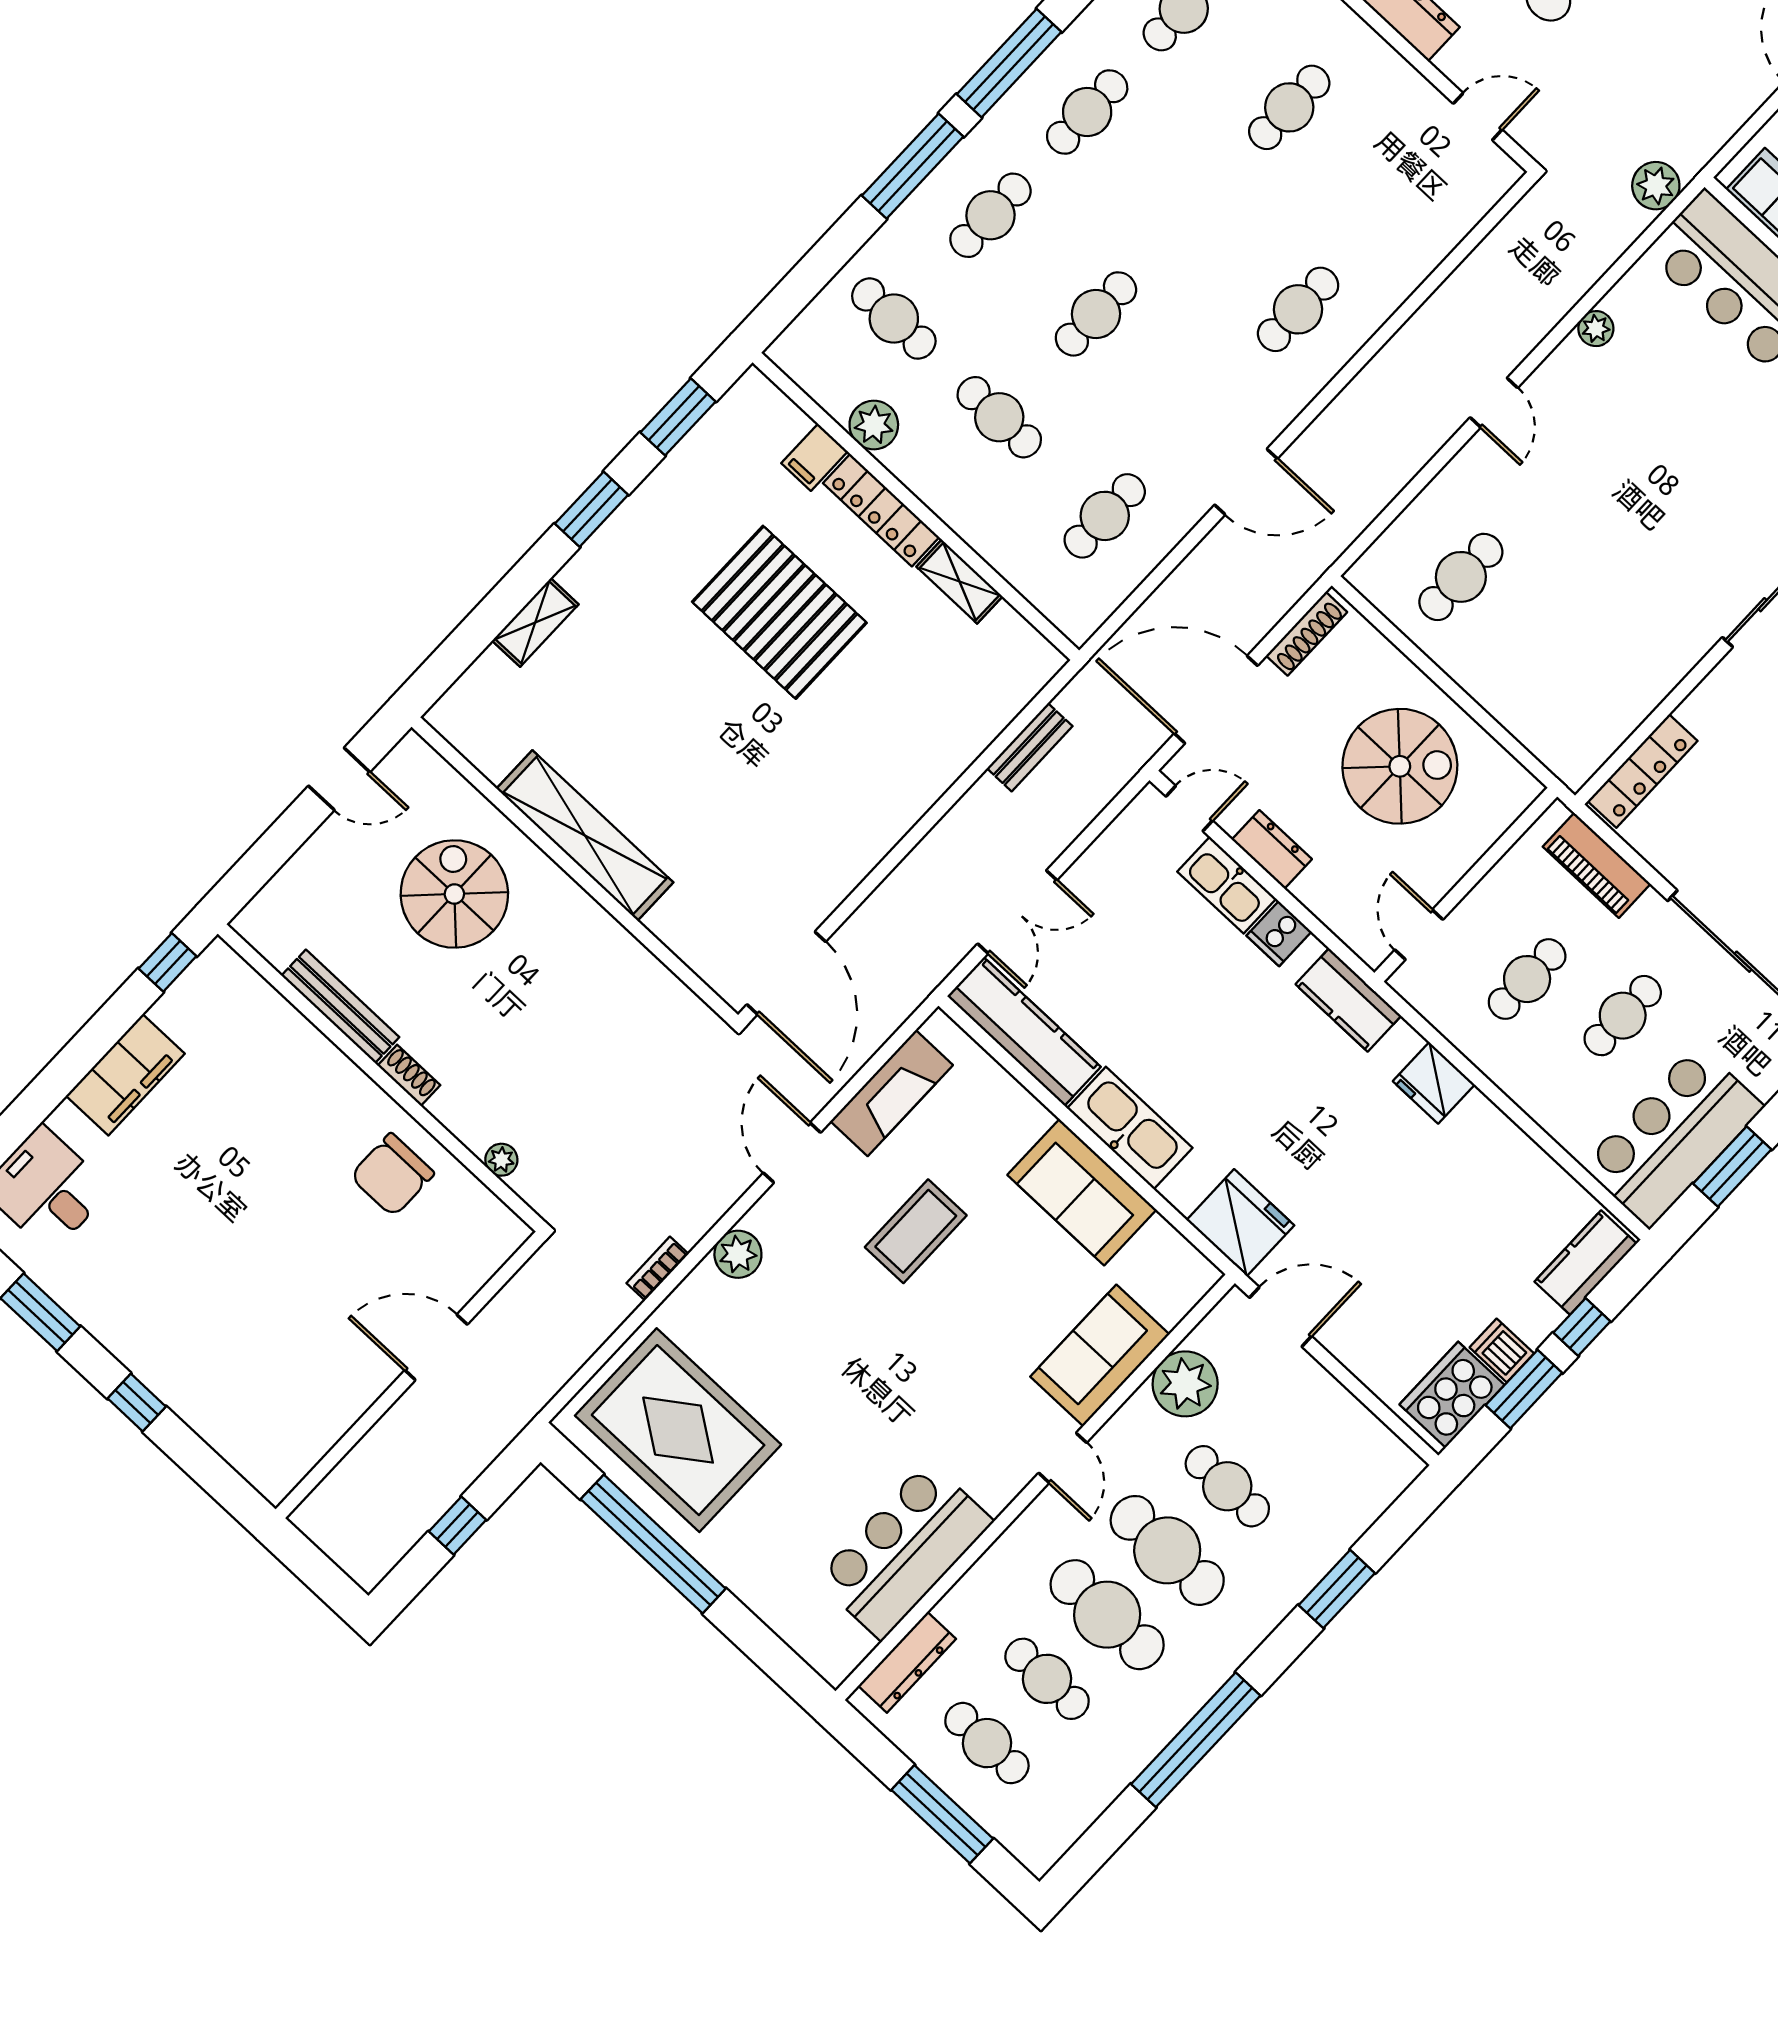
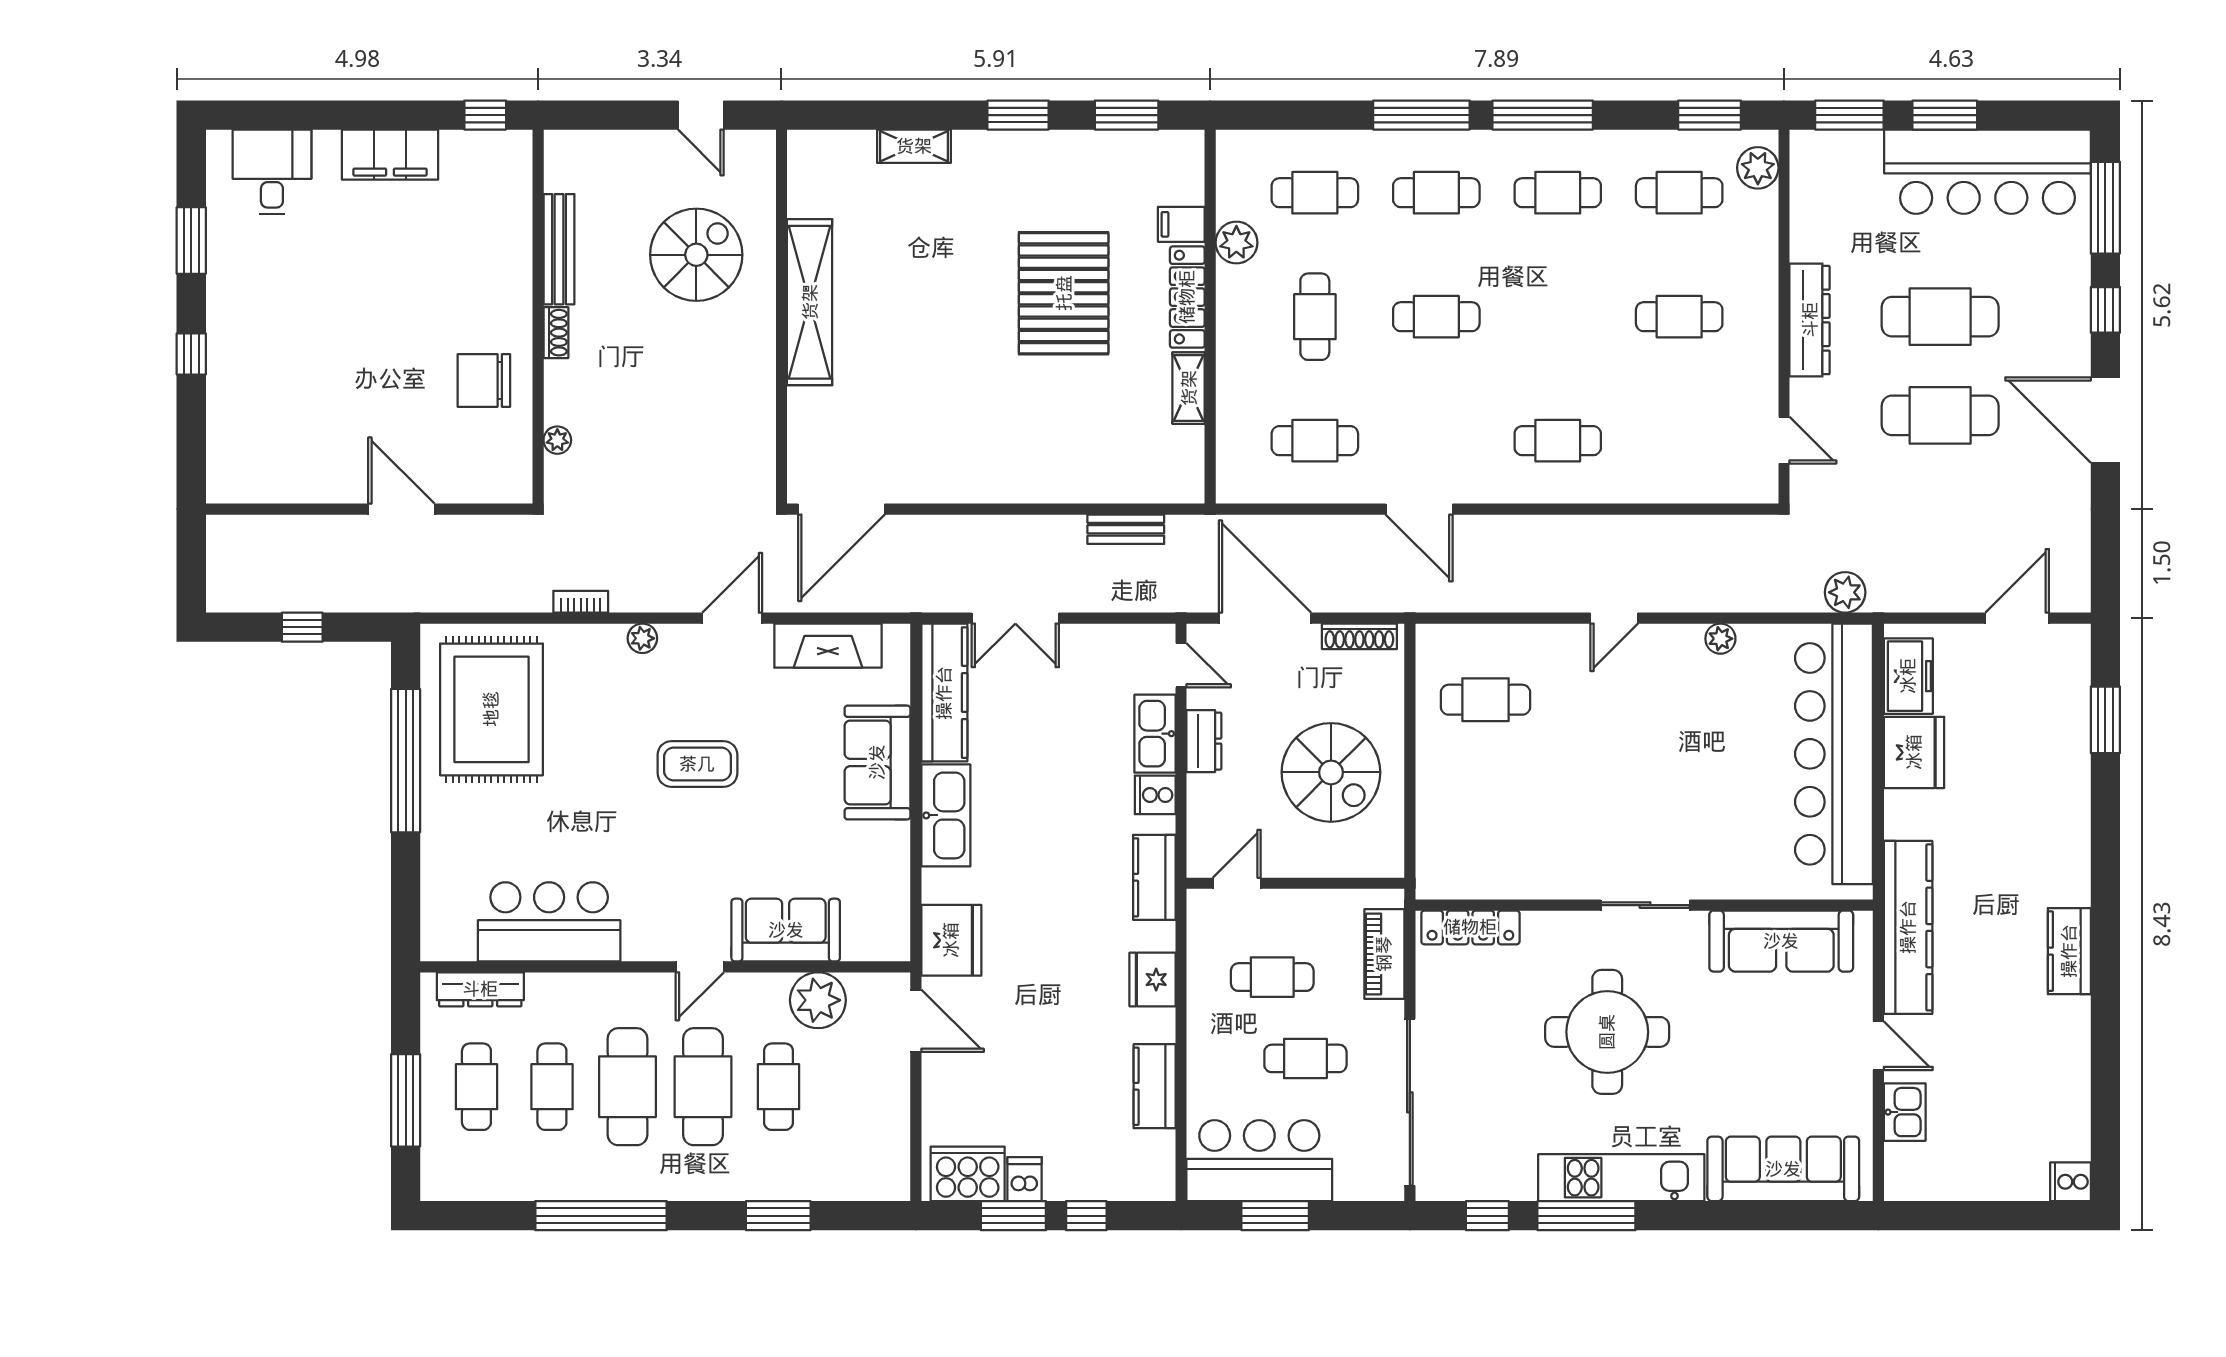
cafe table: (894, 319) -> (1315, 193), turned 90
sofa: (1082, 1192) -> (877, 762), moved
coffee table: (916, 1231) -> (697, 764), moved
plant: (738, 1254) -> (642, 638), width x0.73, depth x0.73
kitchen counter: (1586, 1263) -> (1155, 1086), moved, turned -90

